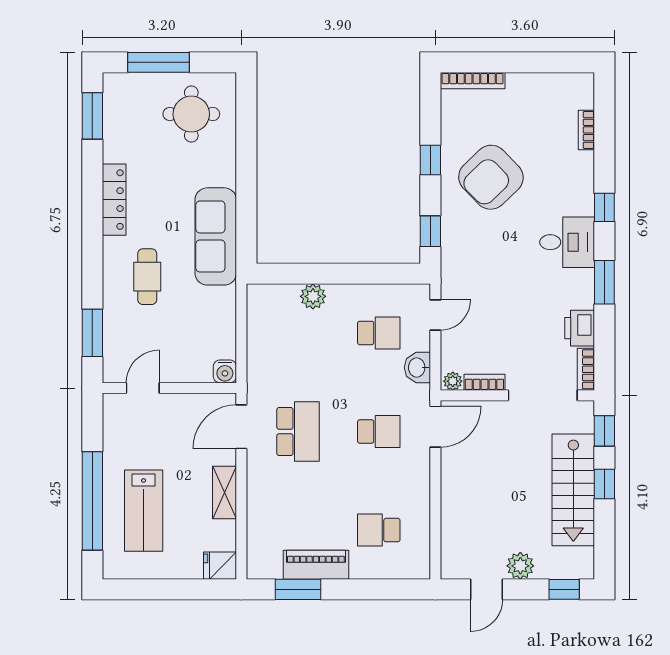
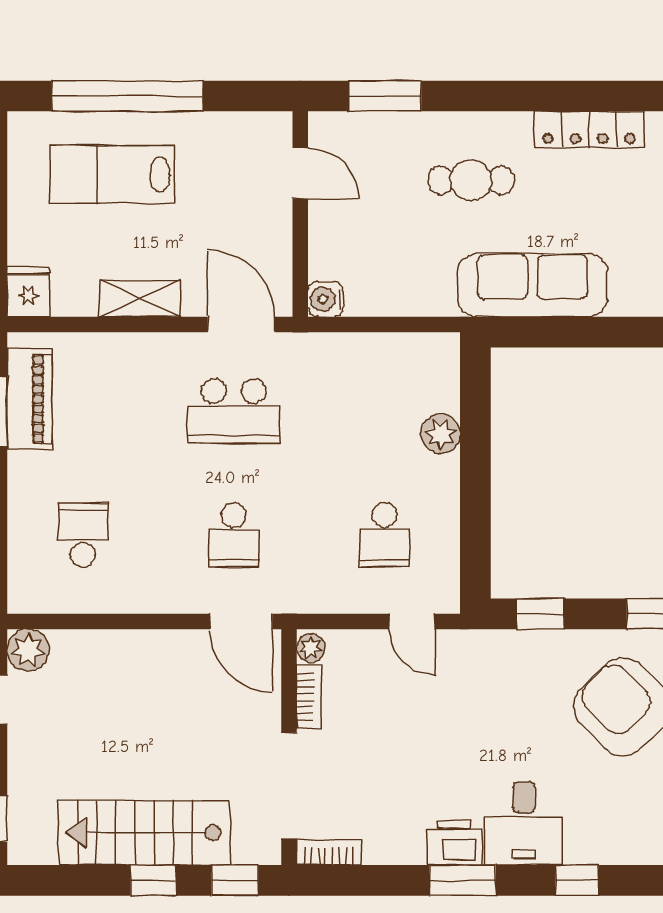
printer: (580, 328) -> (454, 842), moved
washbasin: (417, 367) -> (332, 594), removed
piano: (316, 565) -> (30, 399), moved
plant: (520, 566) -> (28, 650), moved

